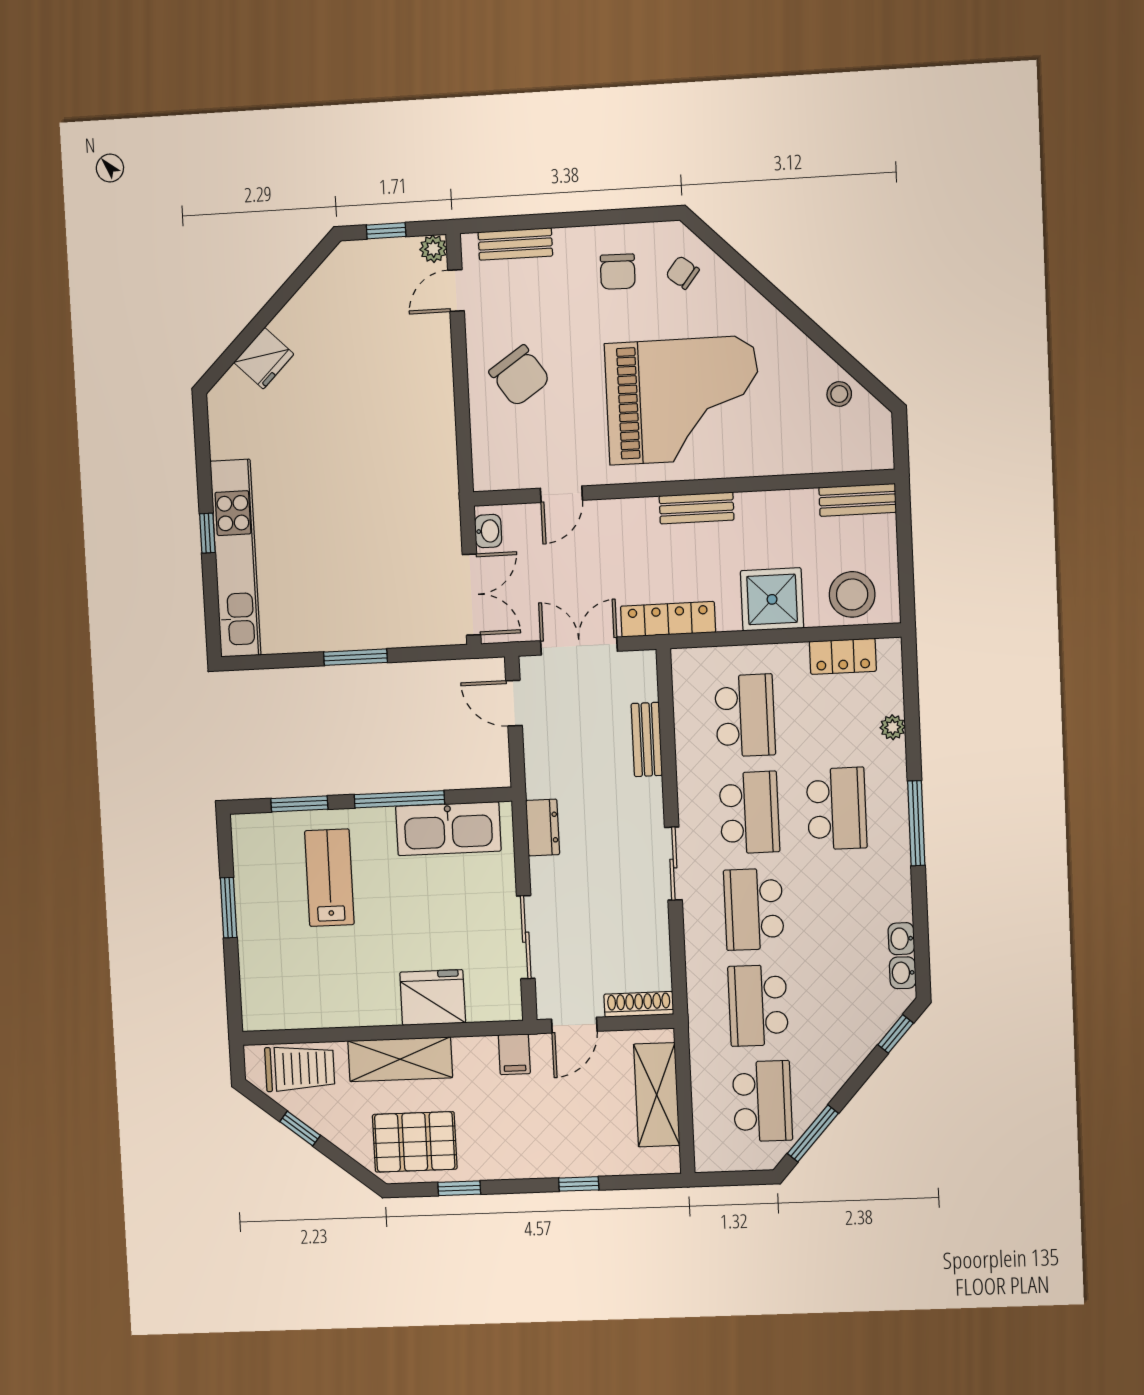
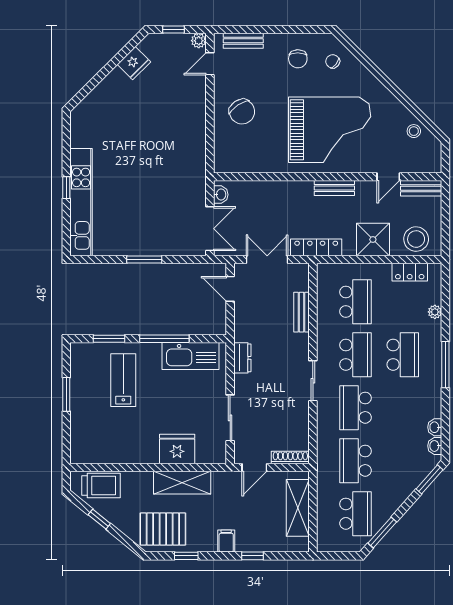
fridge: (264, 358) -> (134, 63), moved
door: (561, 494) -> (388, 177), moved
window: (896, 1034) -> (429, 479), width x1.50
filing cabinet: (514, 1054) -> (226, 541), moved, turned 180
shelving: (400, 1059) -> (182, 483), moved

